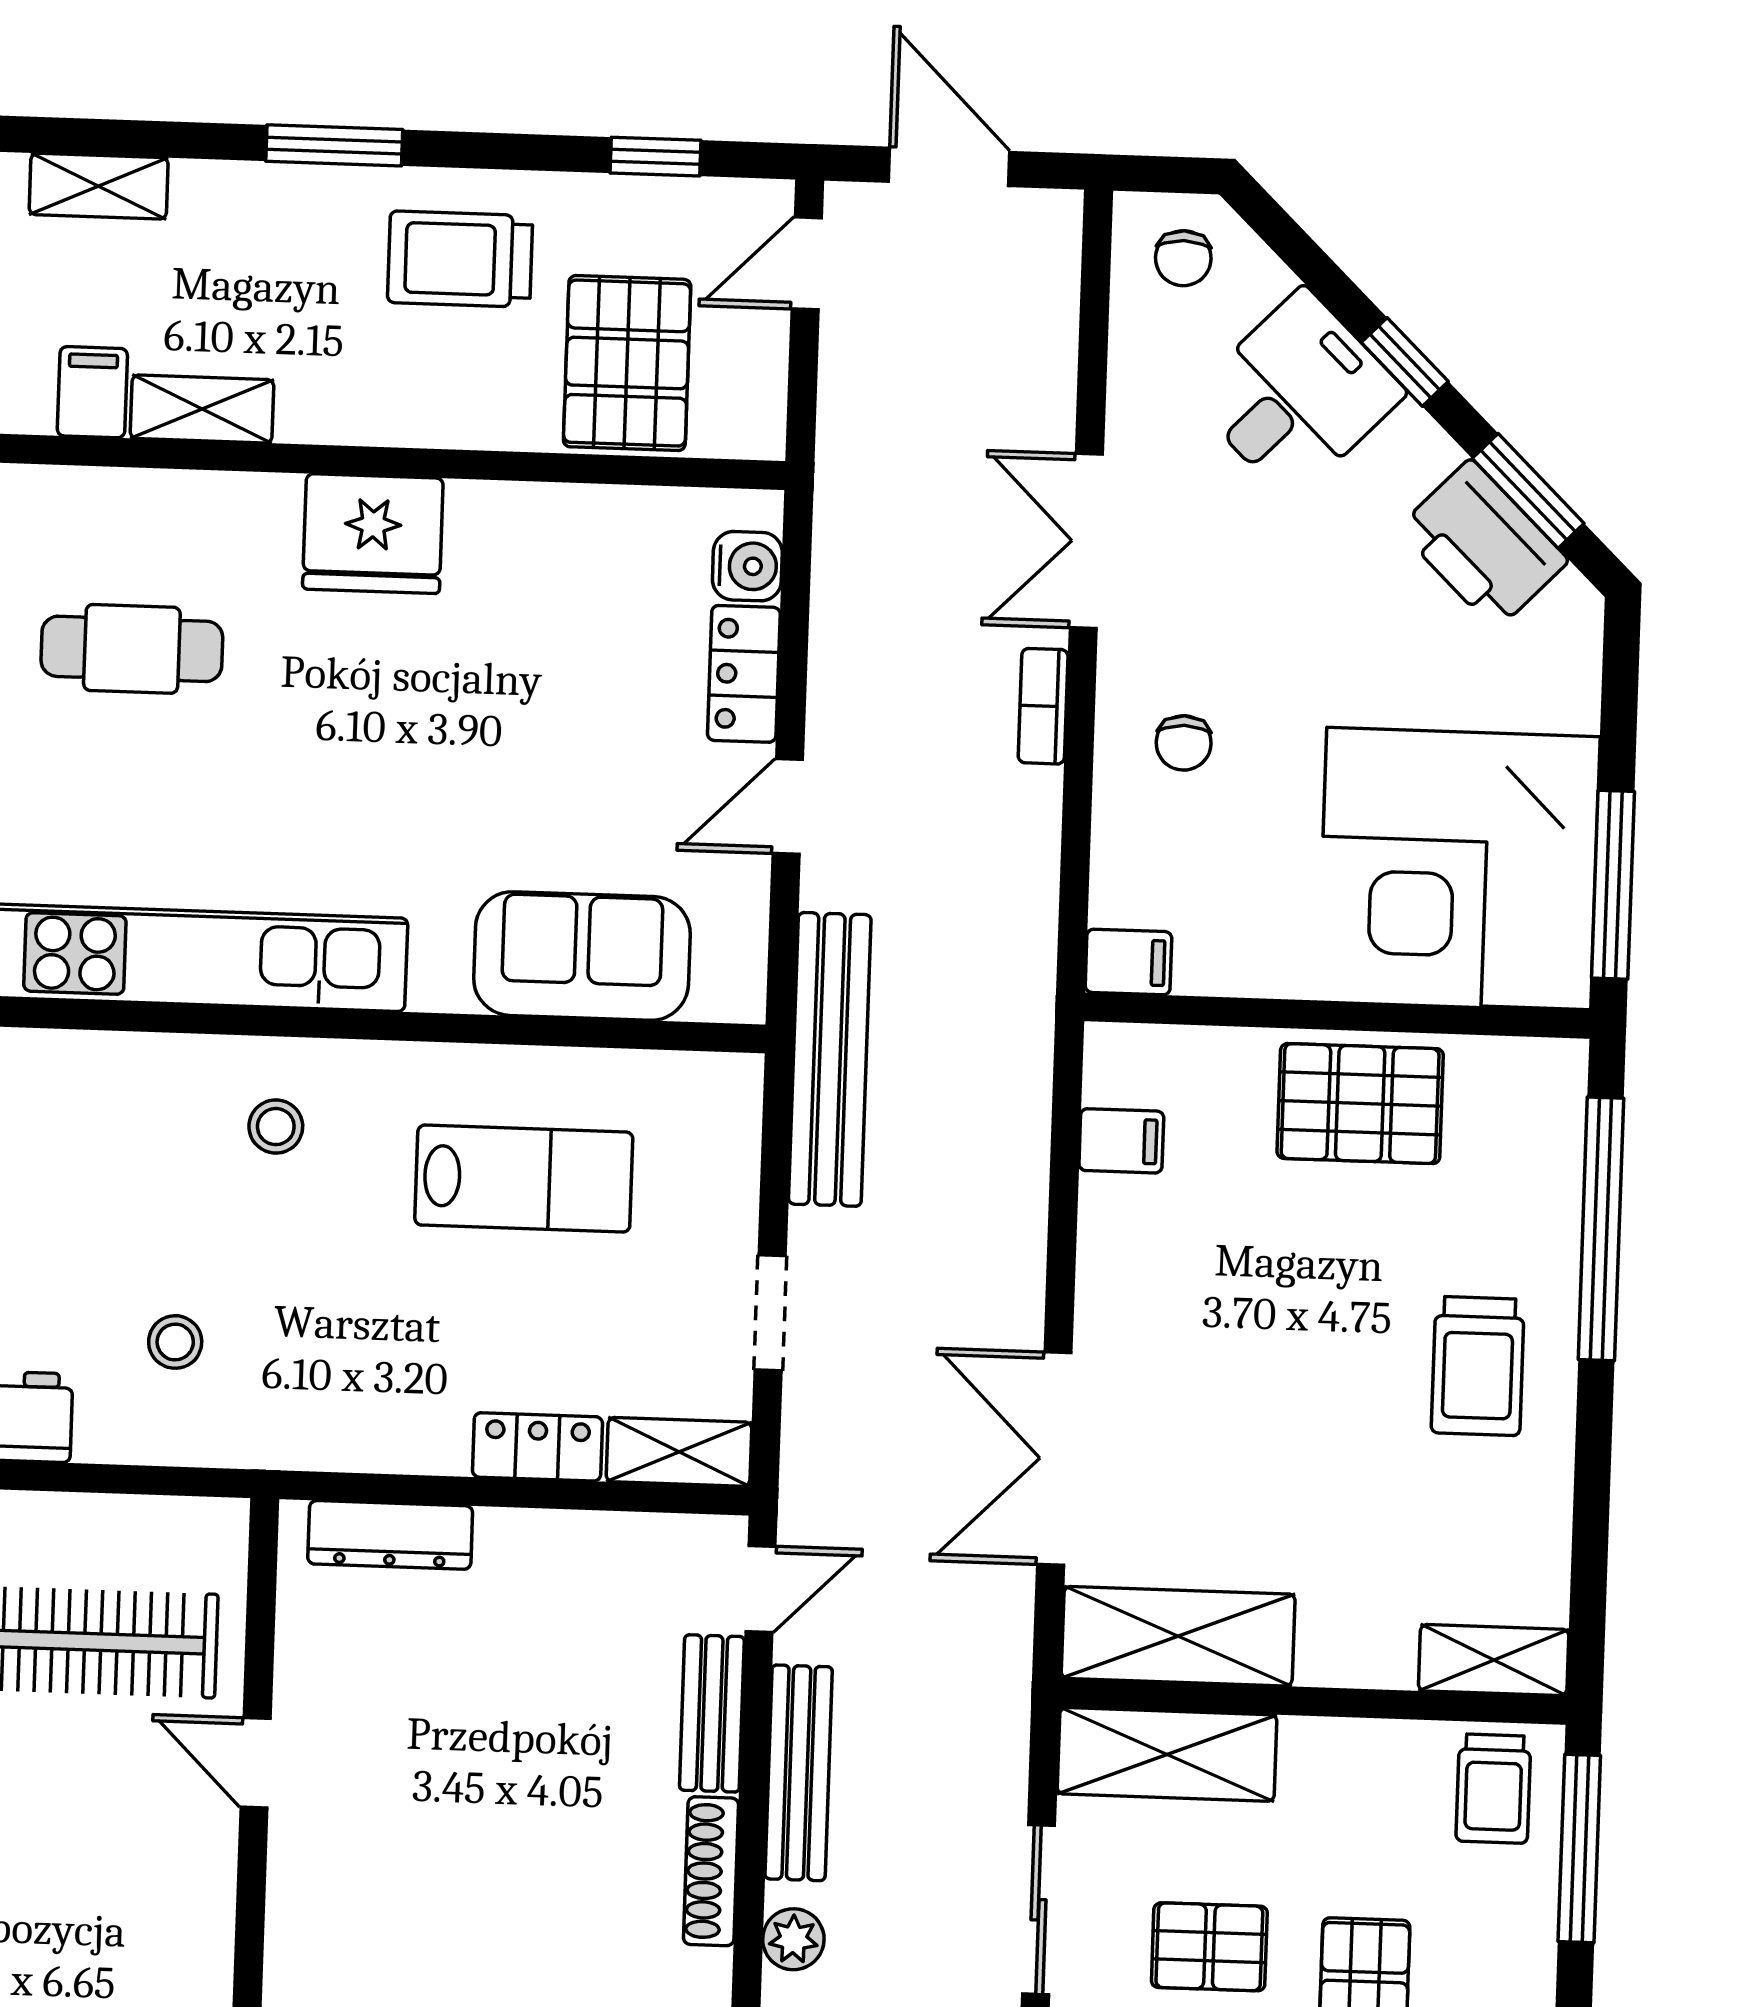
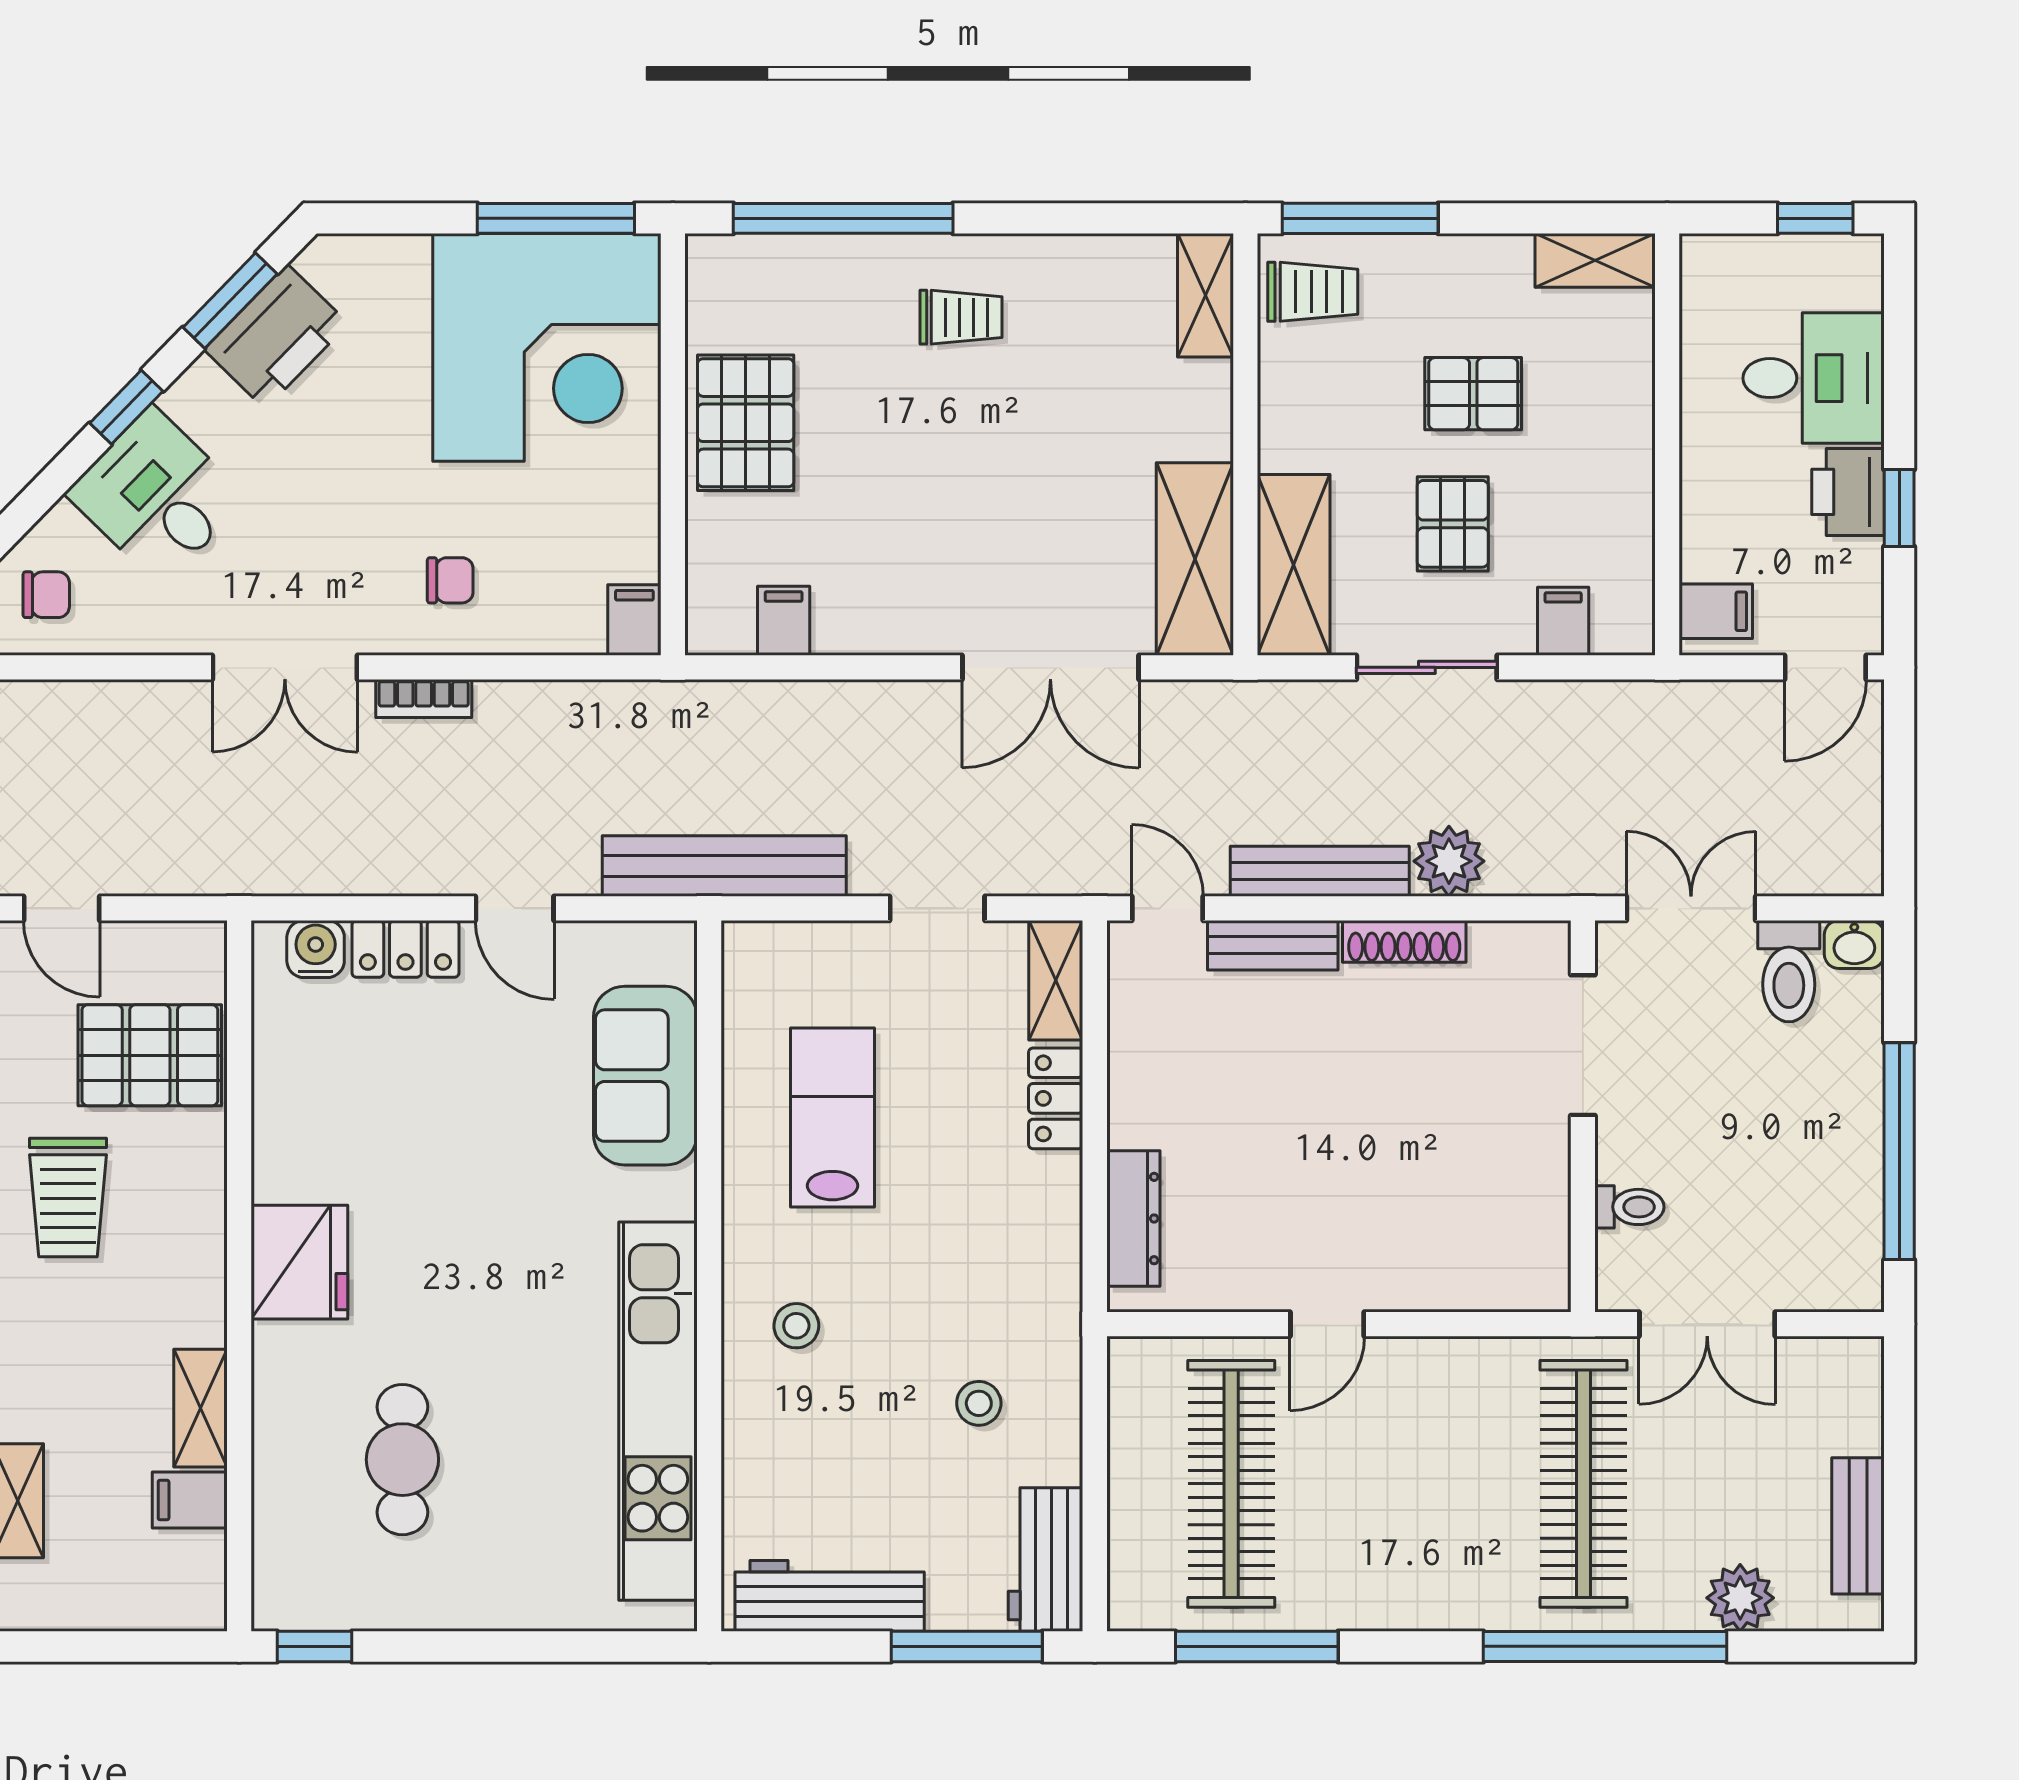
trolley: (1478, 1366) -> (961, 317), width x0.73, depth x0.72
plant: (793, 1939) -> (1449, 861), width x1.38, depth x1.38

